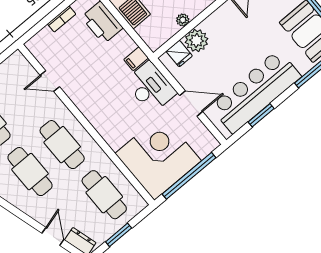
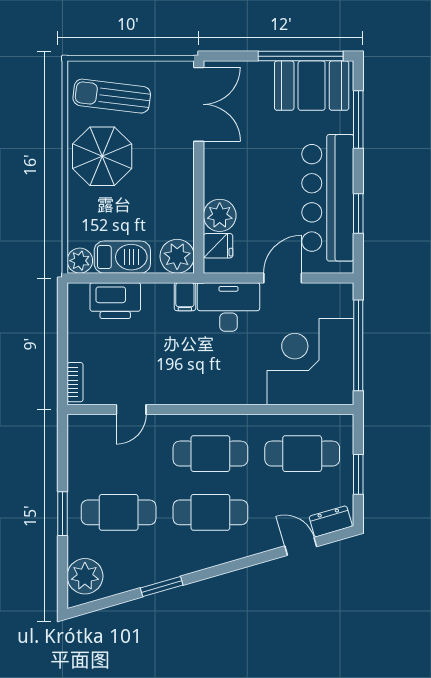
bookcase: (62, 19) -> (75, 382), moved
plant: (183, 20) -> (177, 256), moved, width x1.87, depth x1.87

